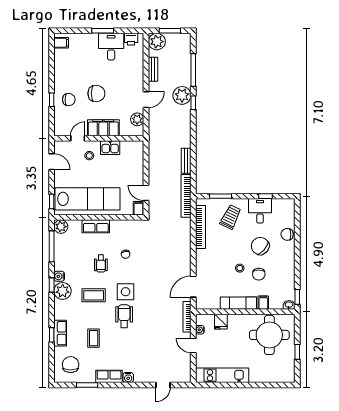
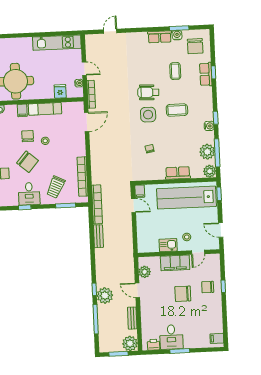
door: (146, 100) -> (137, 290), hinge flipped
wheelchair: (101, 264) -> (172, 139), removed
plant: (63, 291) -> (207, 152), moved
wheelchair: (124, 316) -> (148, 92), turned 92
water cooler: (128, 377) -> (177, 35), moved

